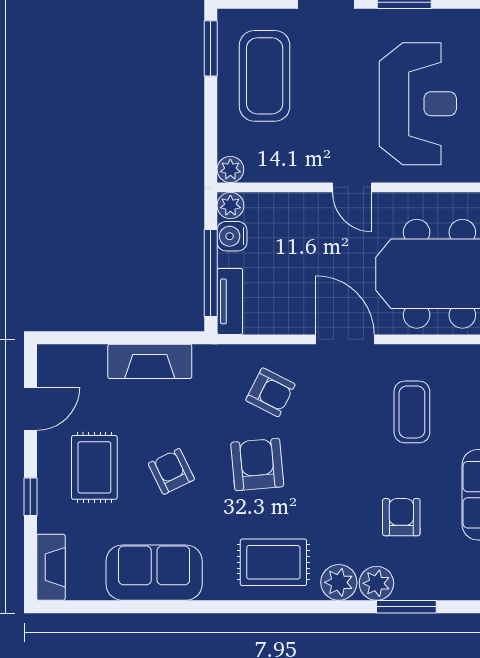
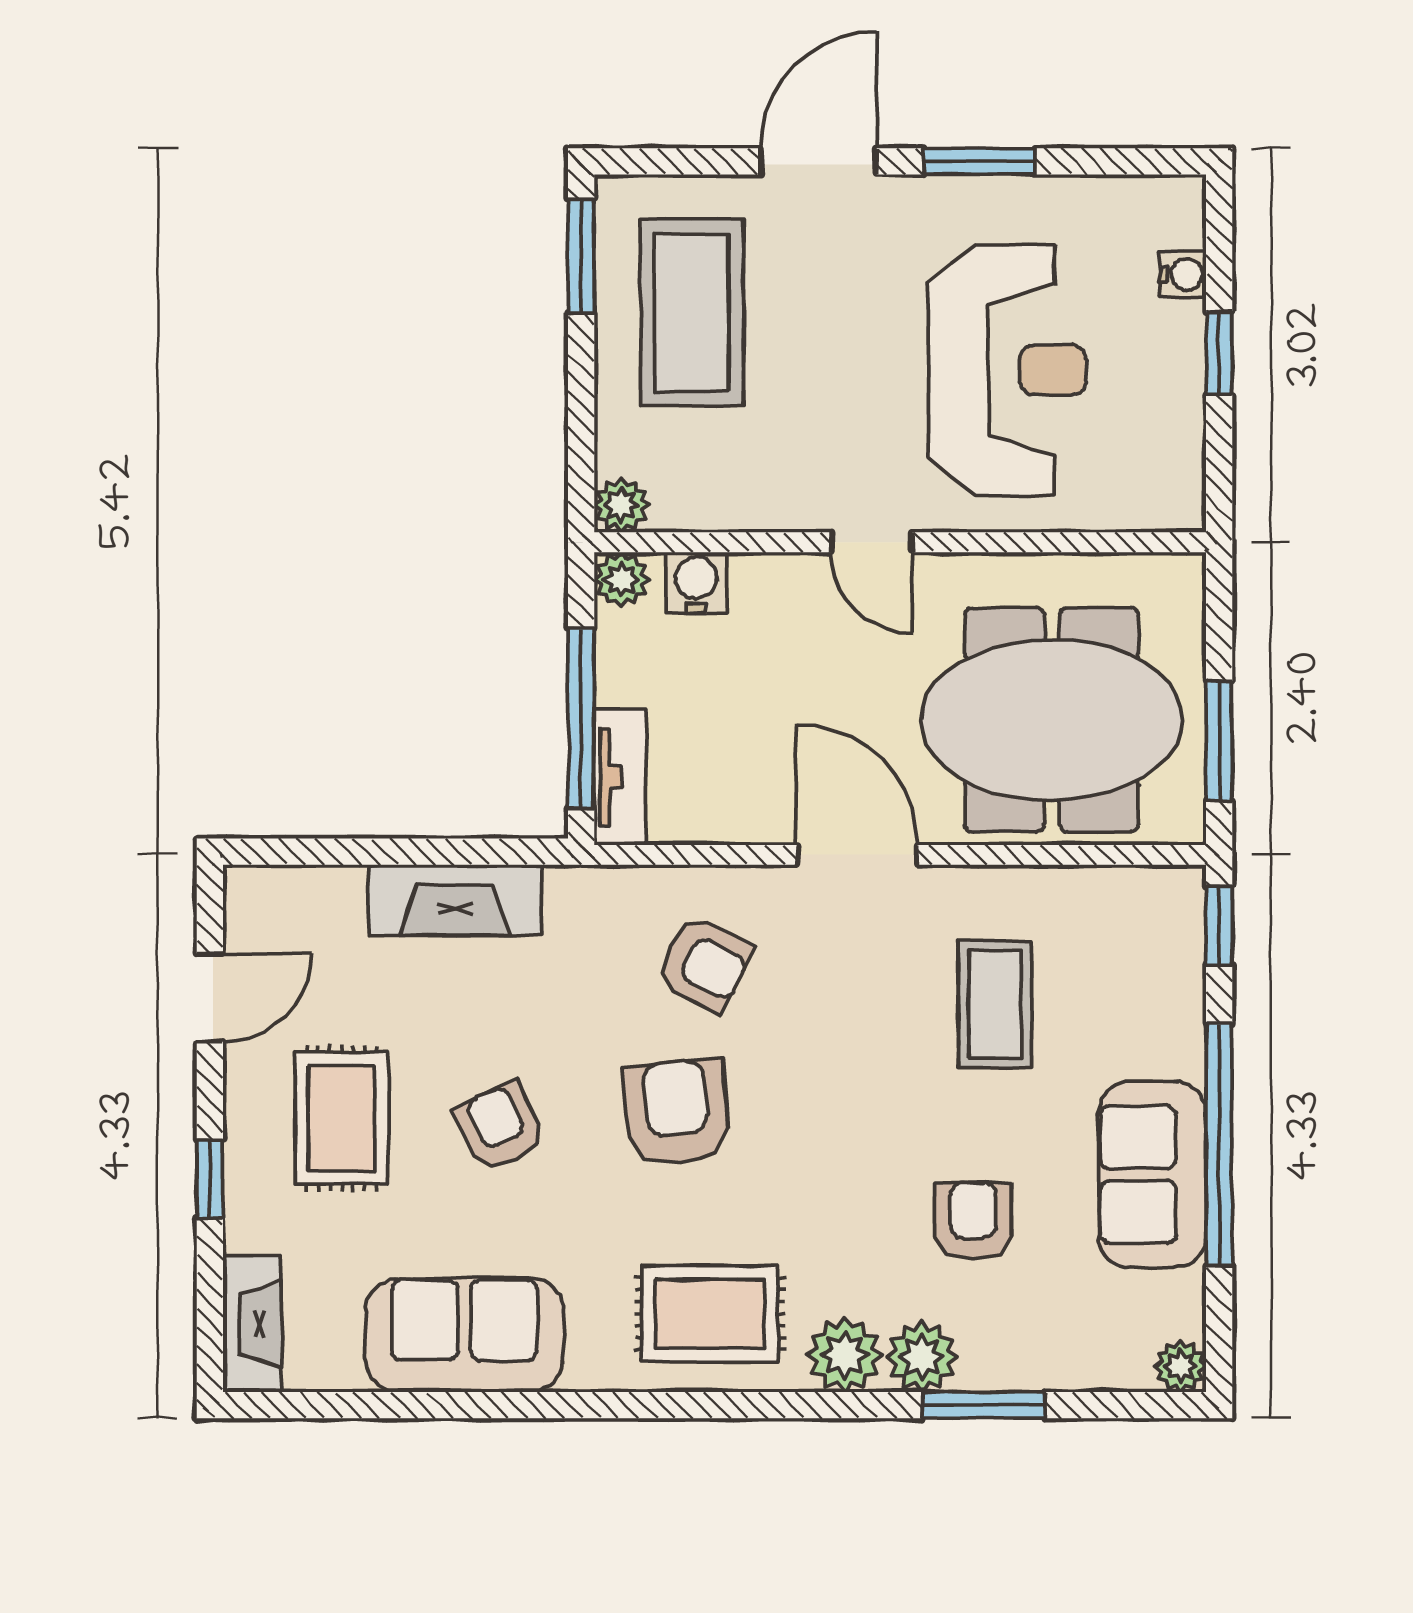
water cooler: (232, 236) -> (696, 583), moved, turned 90

